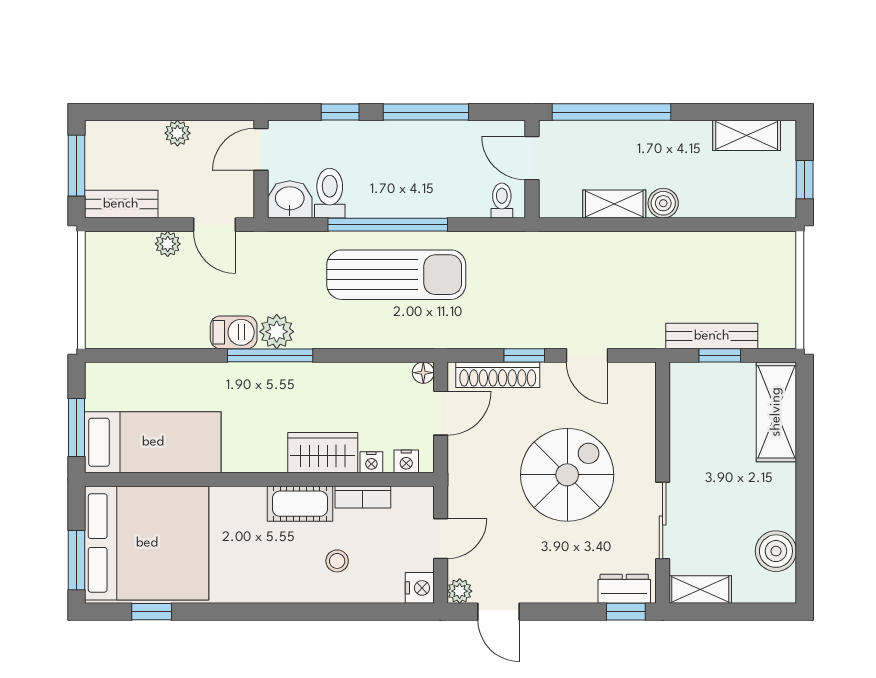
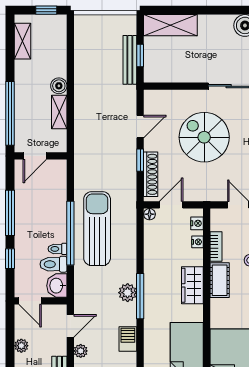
toilet: (502, 201) -> (57, 249), moved
barbecue: (234, 332) -> (128, 339), moved
door: (441, 413) -> (171, 205), hinge flipped
wardrobe: (323, 453) -> (192, 285), moved

